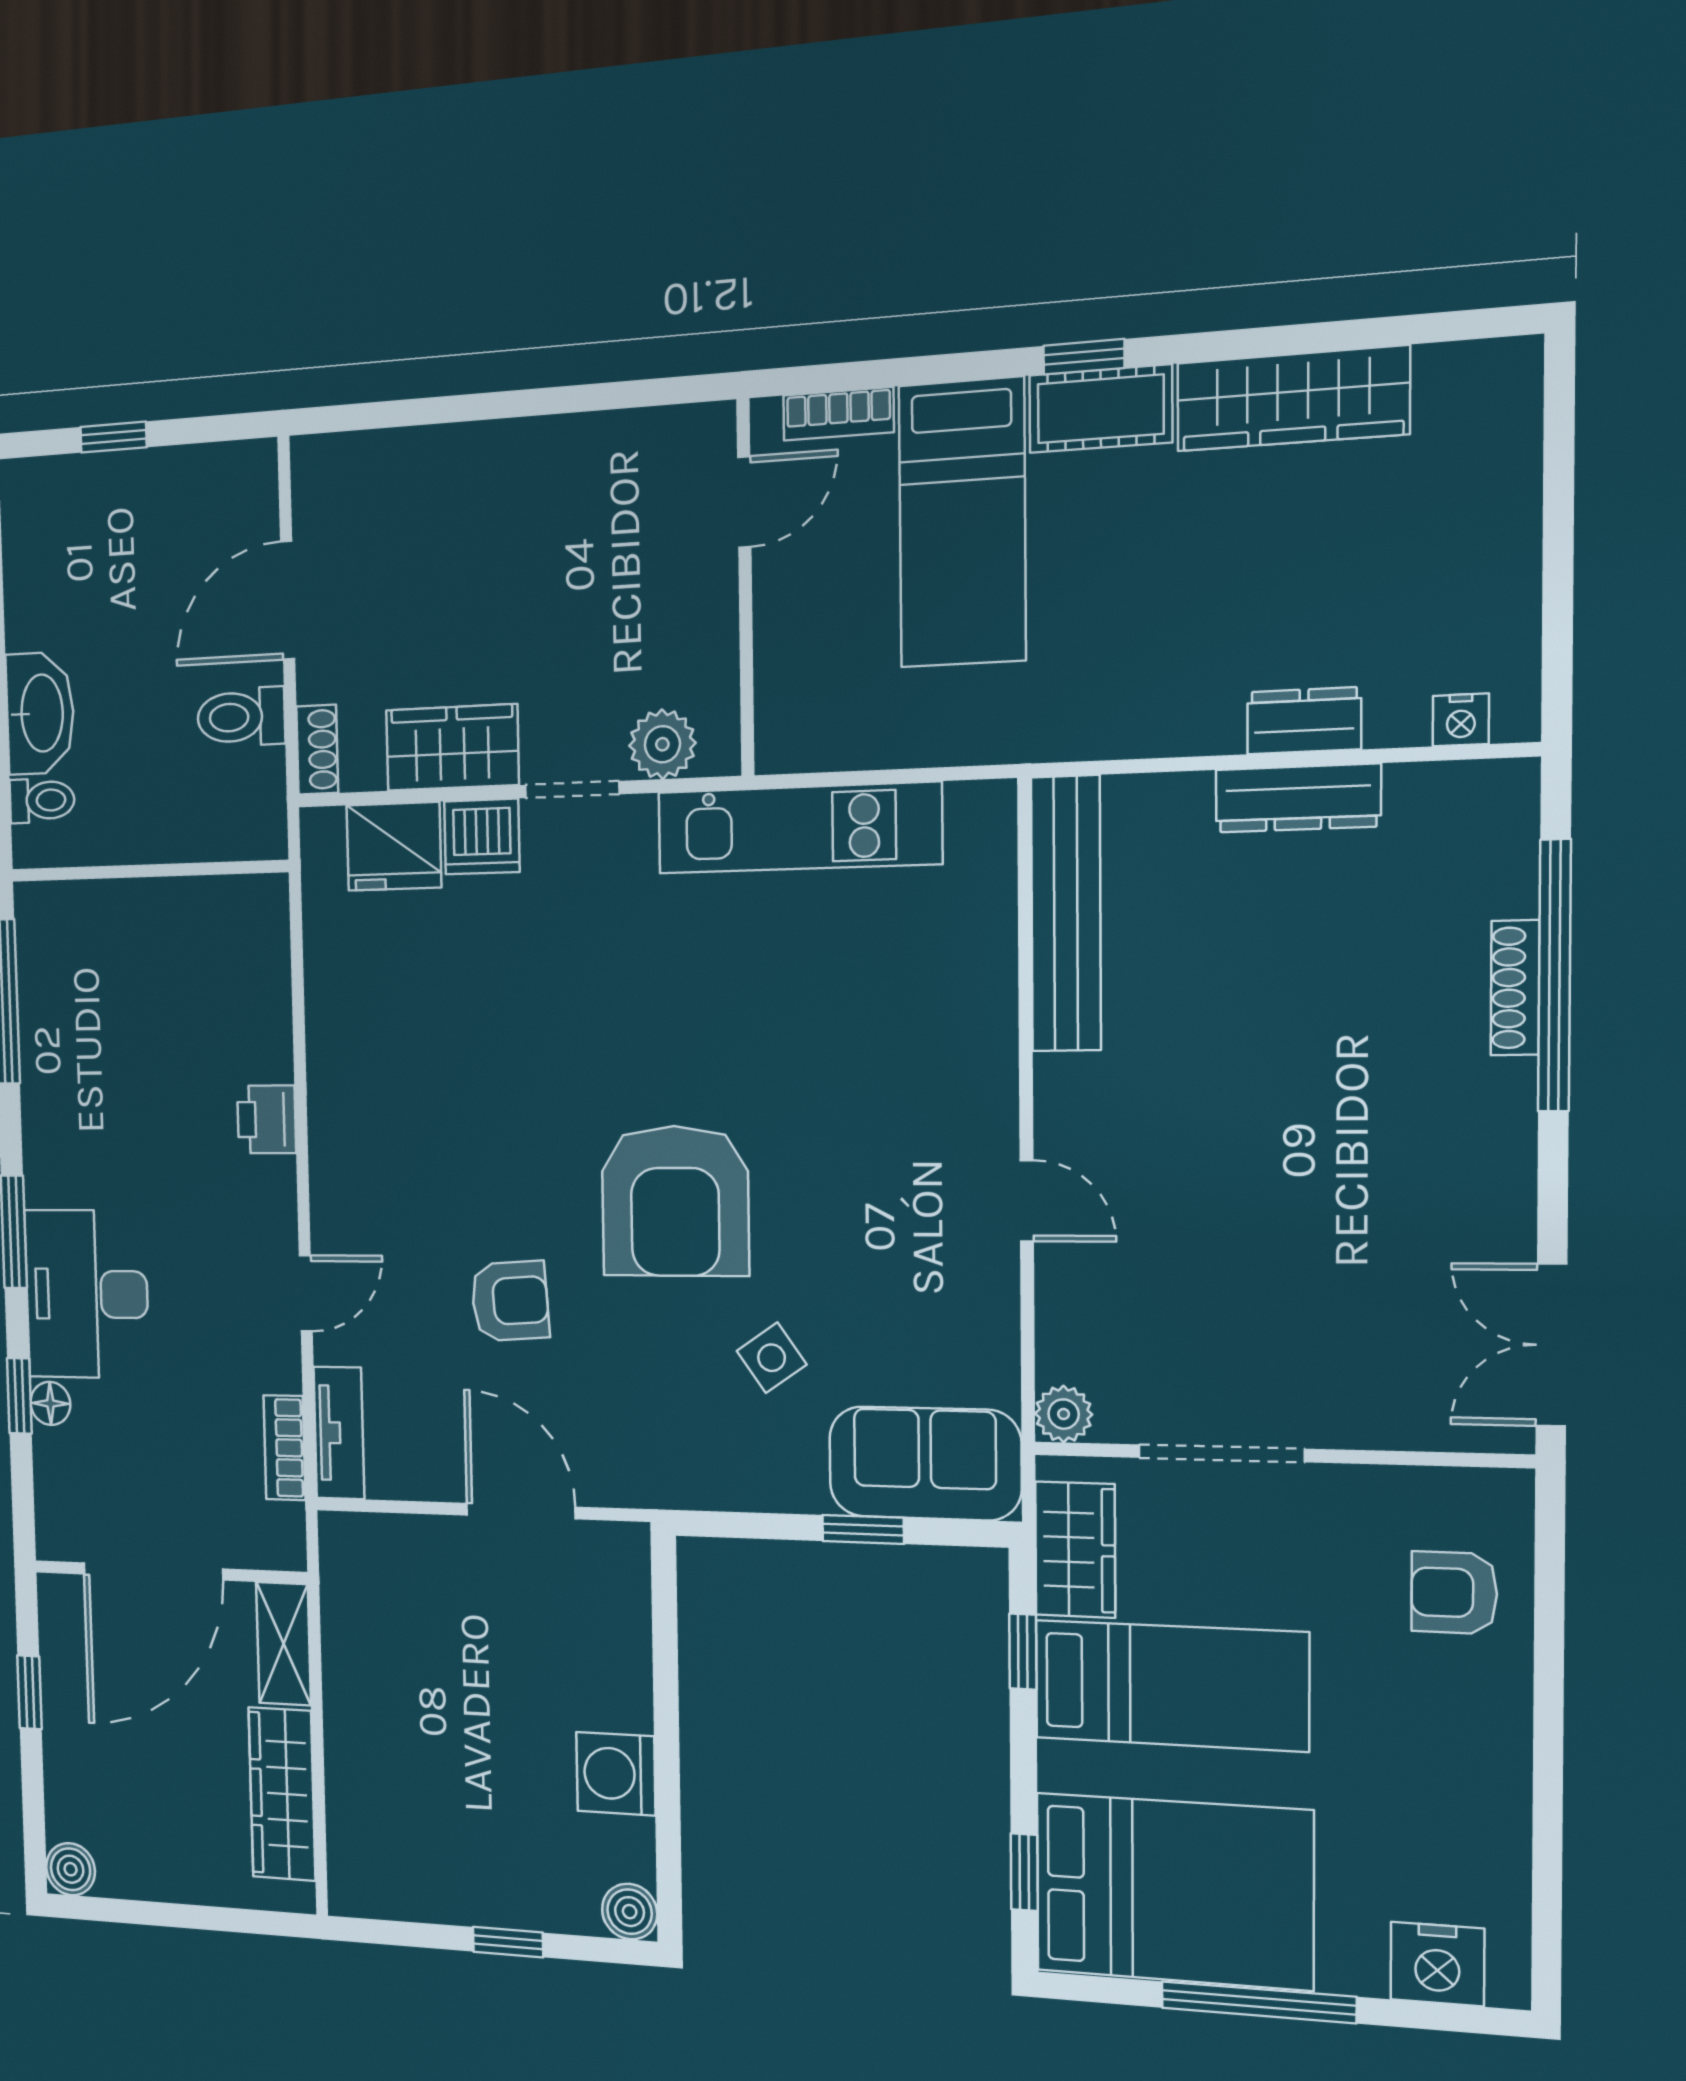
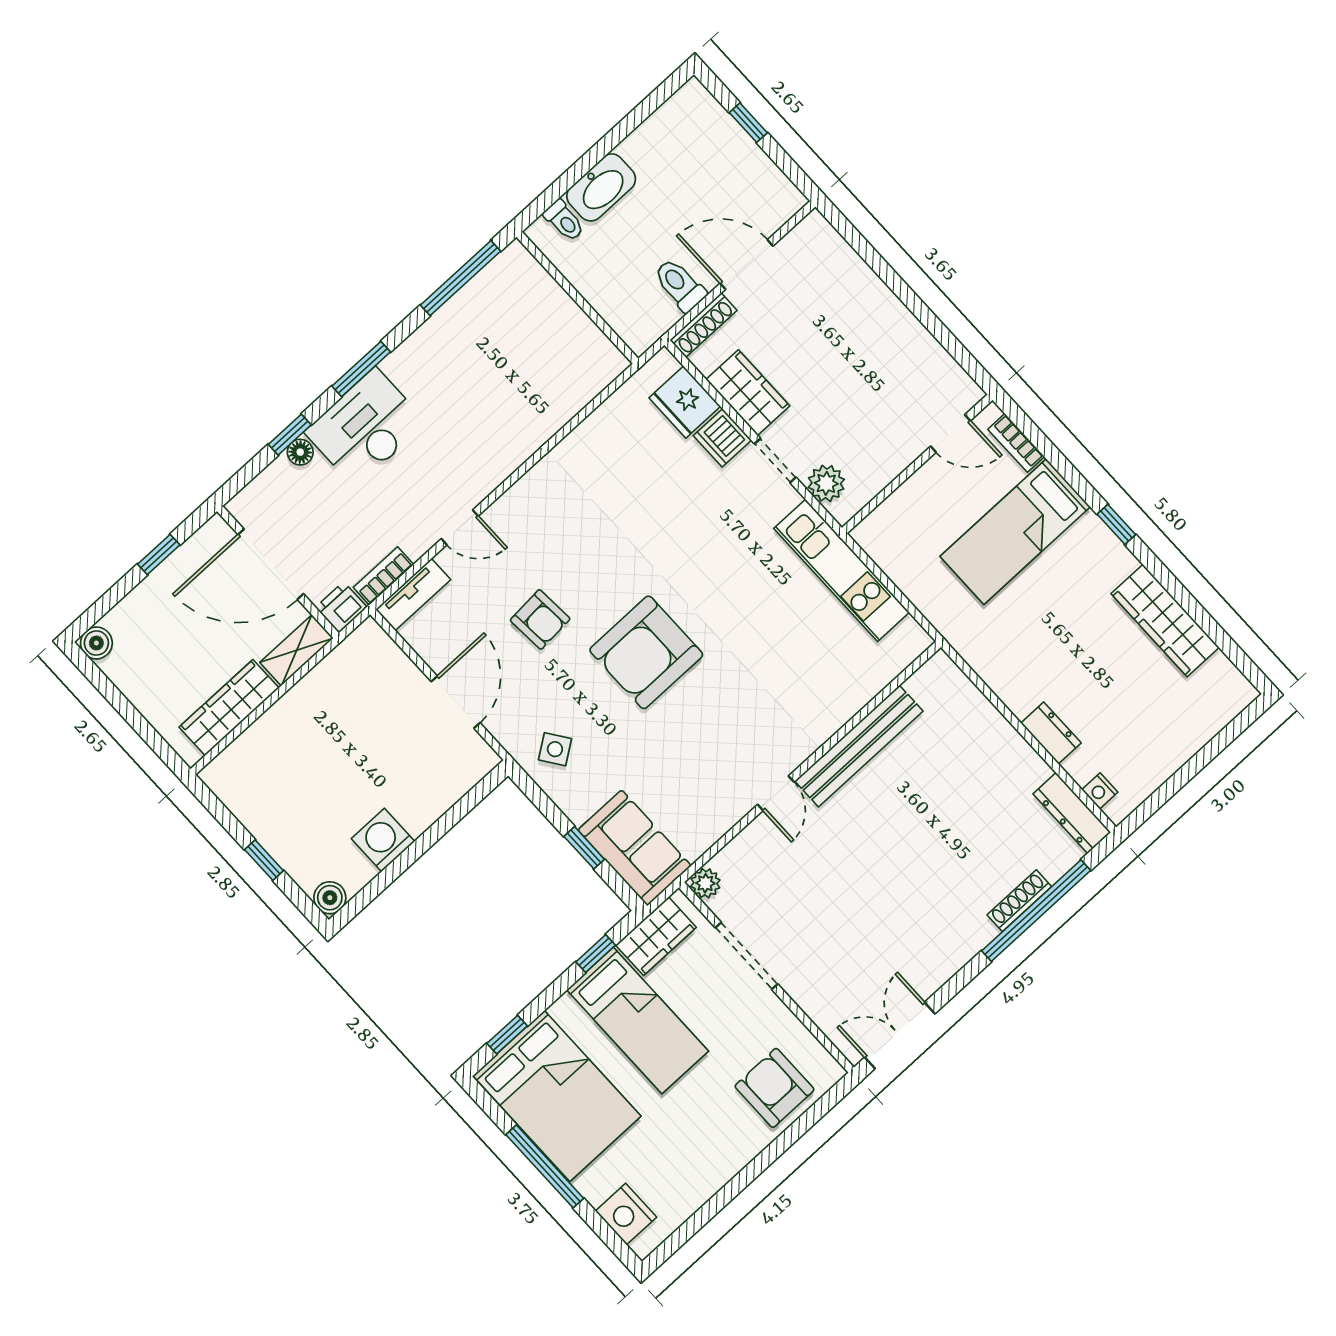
cot: (1101, 409) -> (1102, 549), removed
shoe rack: (317, 750) -> (703, 325), width x1.43
dresser: (1298, 798) -> (1072, 813), moved
bench: (1066, 914) -> (859, 746), moved
printer: (267, 1119) -> (341, 607), moved
side table: (772, 1358) -> (555, 749), moved
armchair: (1454, 1593) -> (775, 1088), width x1.38, depth x1.38

